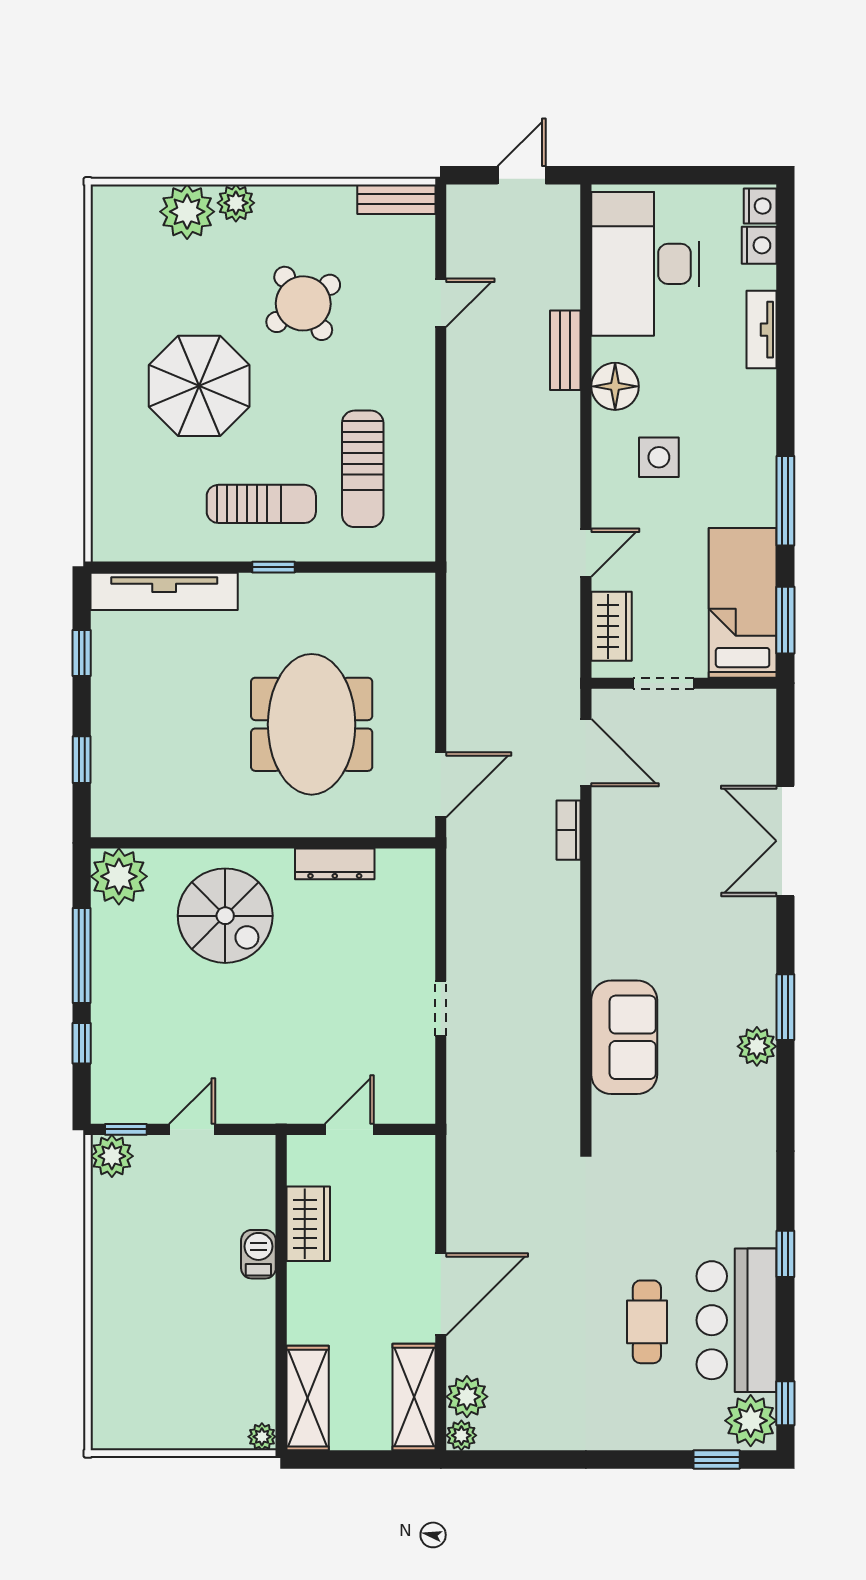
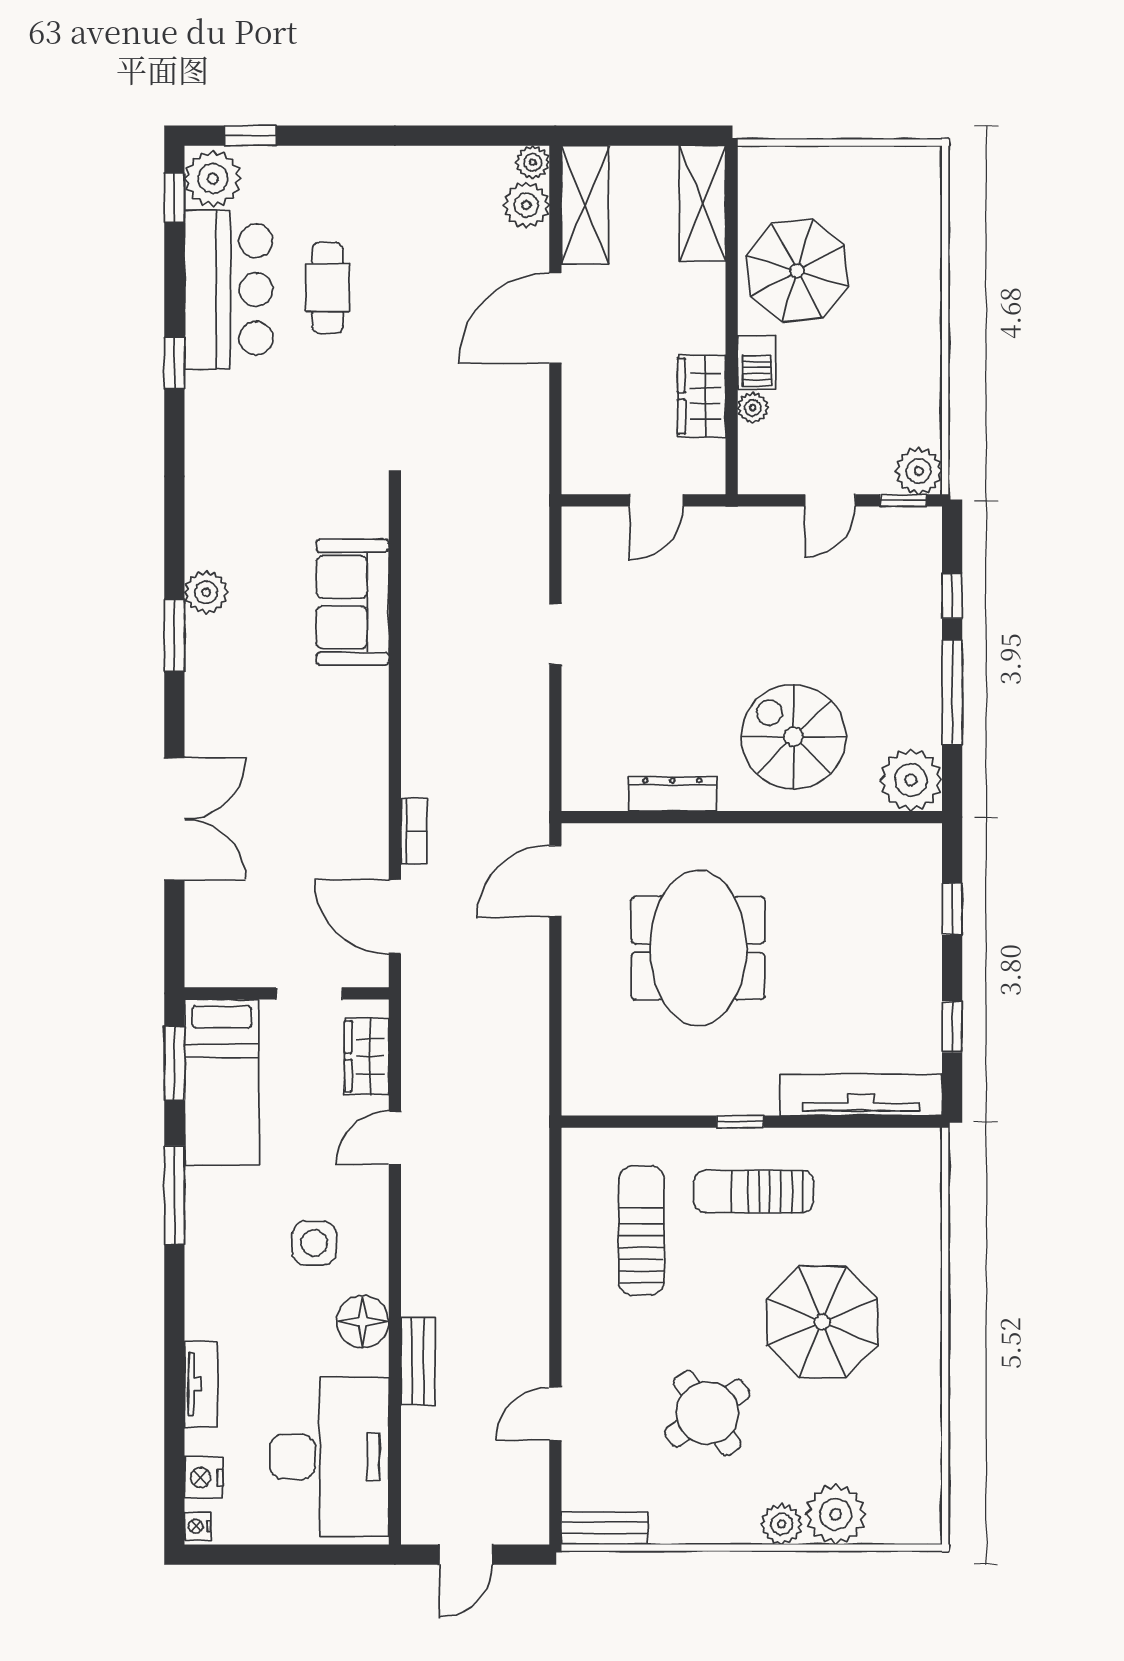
nightstand: (760, 206) -> (198, 1526), width x0.72, depth x0.74
parasol: (222, 1337) -> (797, 271), added
plant: (262, 1437) -> (753, 408), moved

